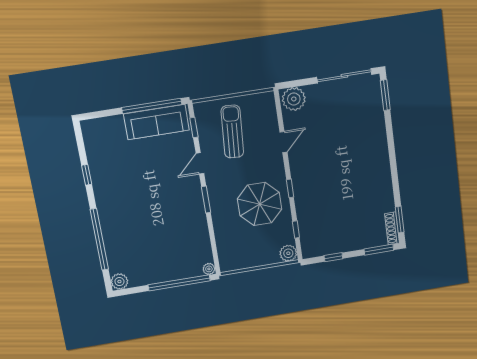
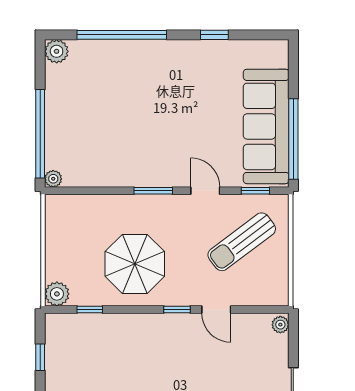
plant: (294, 99) -> (280, 325), width x0.53, depth x0.53
sofa: (156, 122) -> (266, 126), width x1.36, depth x1.27
sun lounger: (232, 132) -> (242, 242), turned 139
window: (290, 188) -> (177, 310), moved

